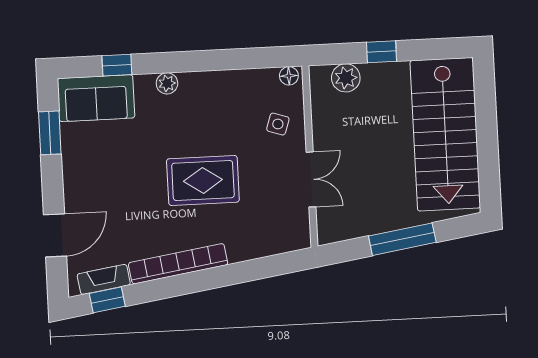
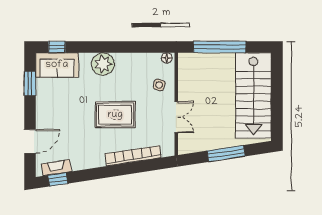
window: (381, 52) -> (220, 47), width x3.17
window: (117, 65) -> (57, 47), moved
plant: (346, 78) -> (199, 61), removed
plant: (167, 83) -> (103, 64), width x1.88, depth x1.88
bookcase: (178, 264) -> (133, 156), moved

